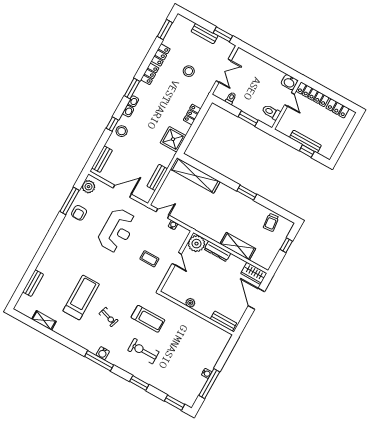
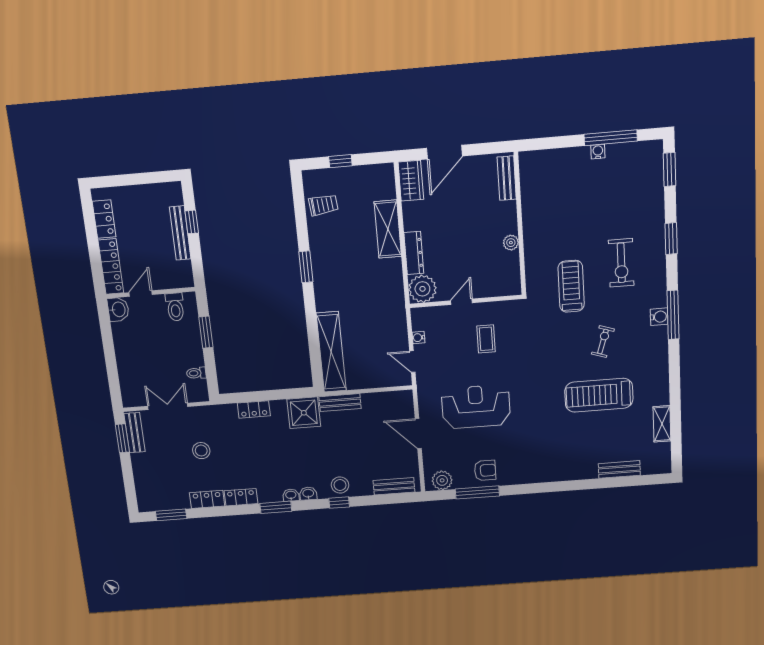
bench: (205, 34) -> (135, 433), moved
bench: (157, 177) -> (340, 403), moved

